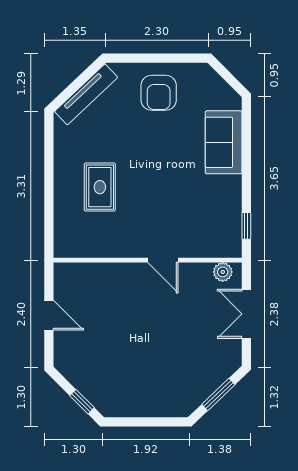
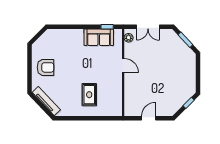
sofa: (224, 142) -> (99, 37), moved
rug: (100, 187) -> (89, 95), turned 90
door: (163, 260) -> (123, 65), hinge flipped

